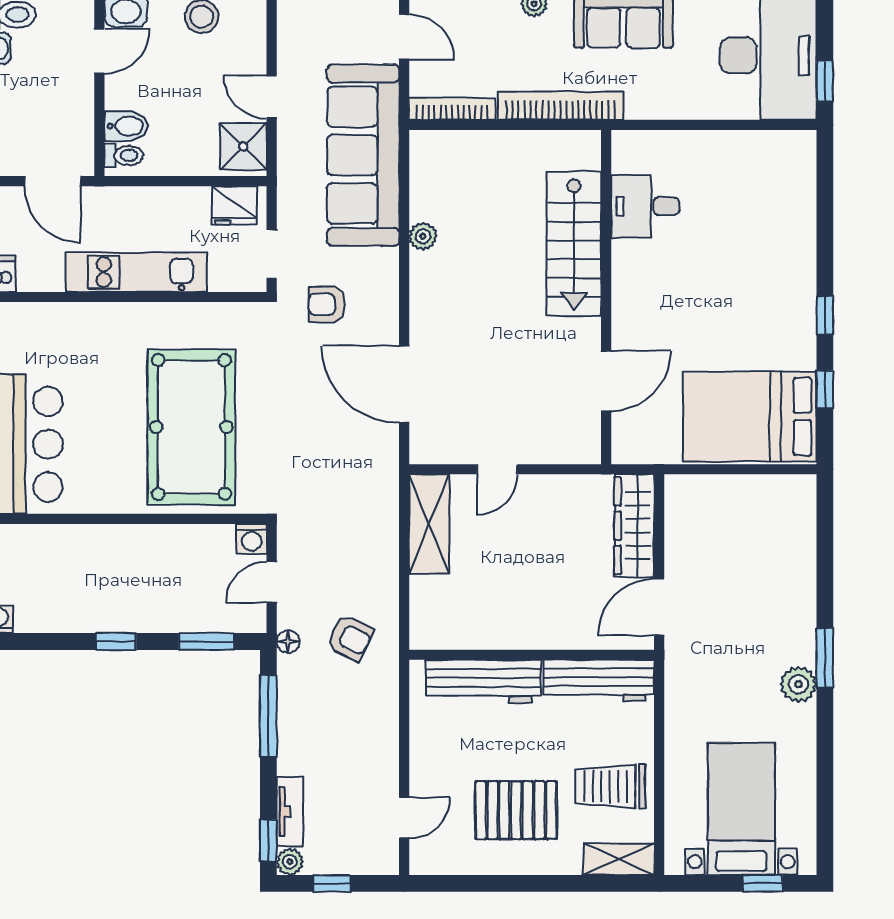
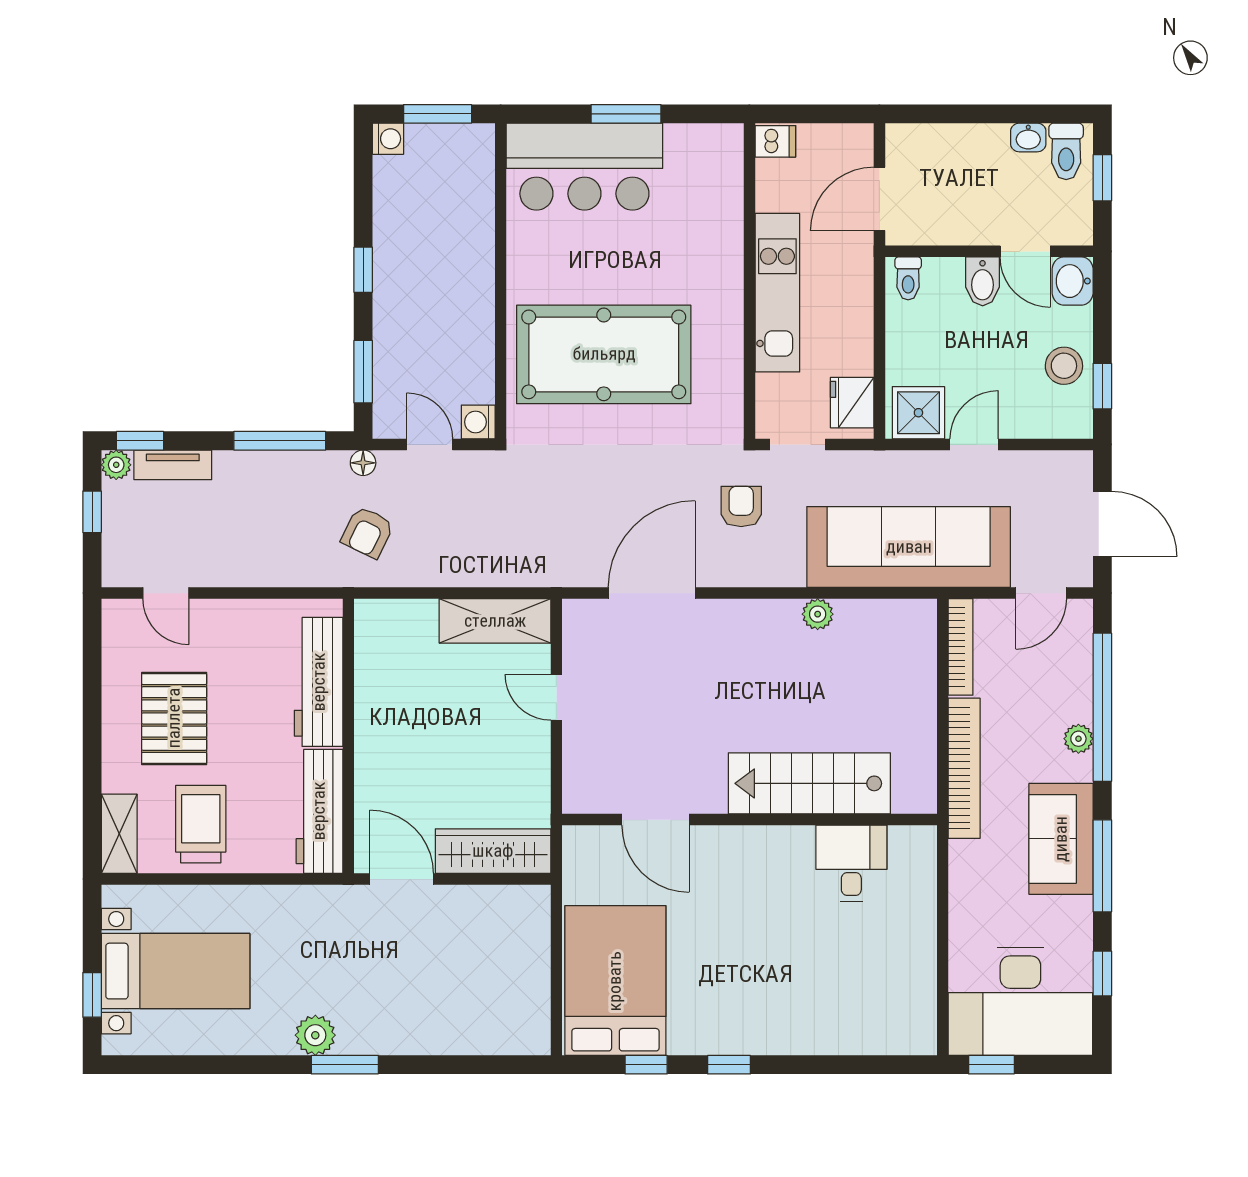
bidet: (126, 126) -> (983, 281), moved

